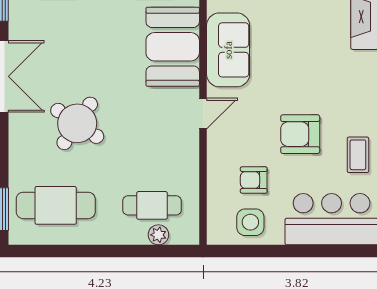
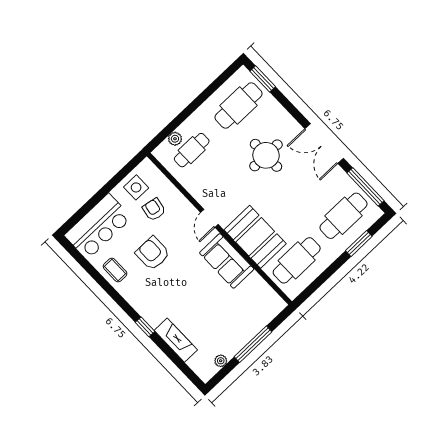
round table: (77, 123) -> (266, 155), turned -34
armchair: (300, 134) -> (153, 253), turned -90
armchair: (254, 180) -> (154, 210), turned -79

